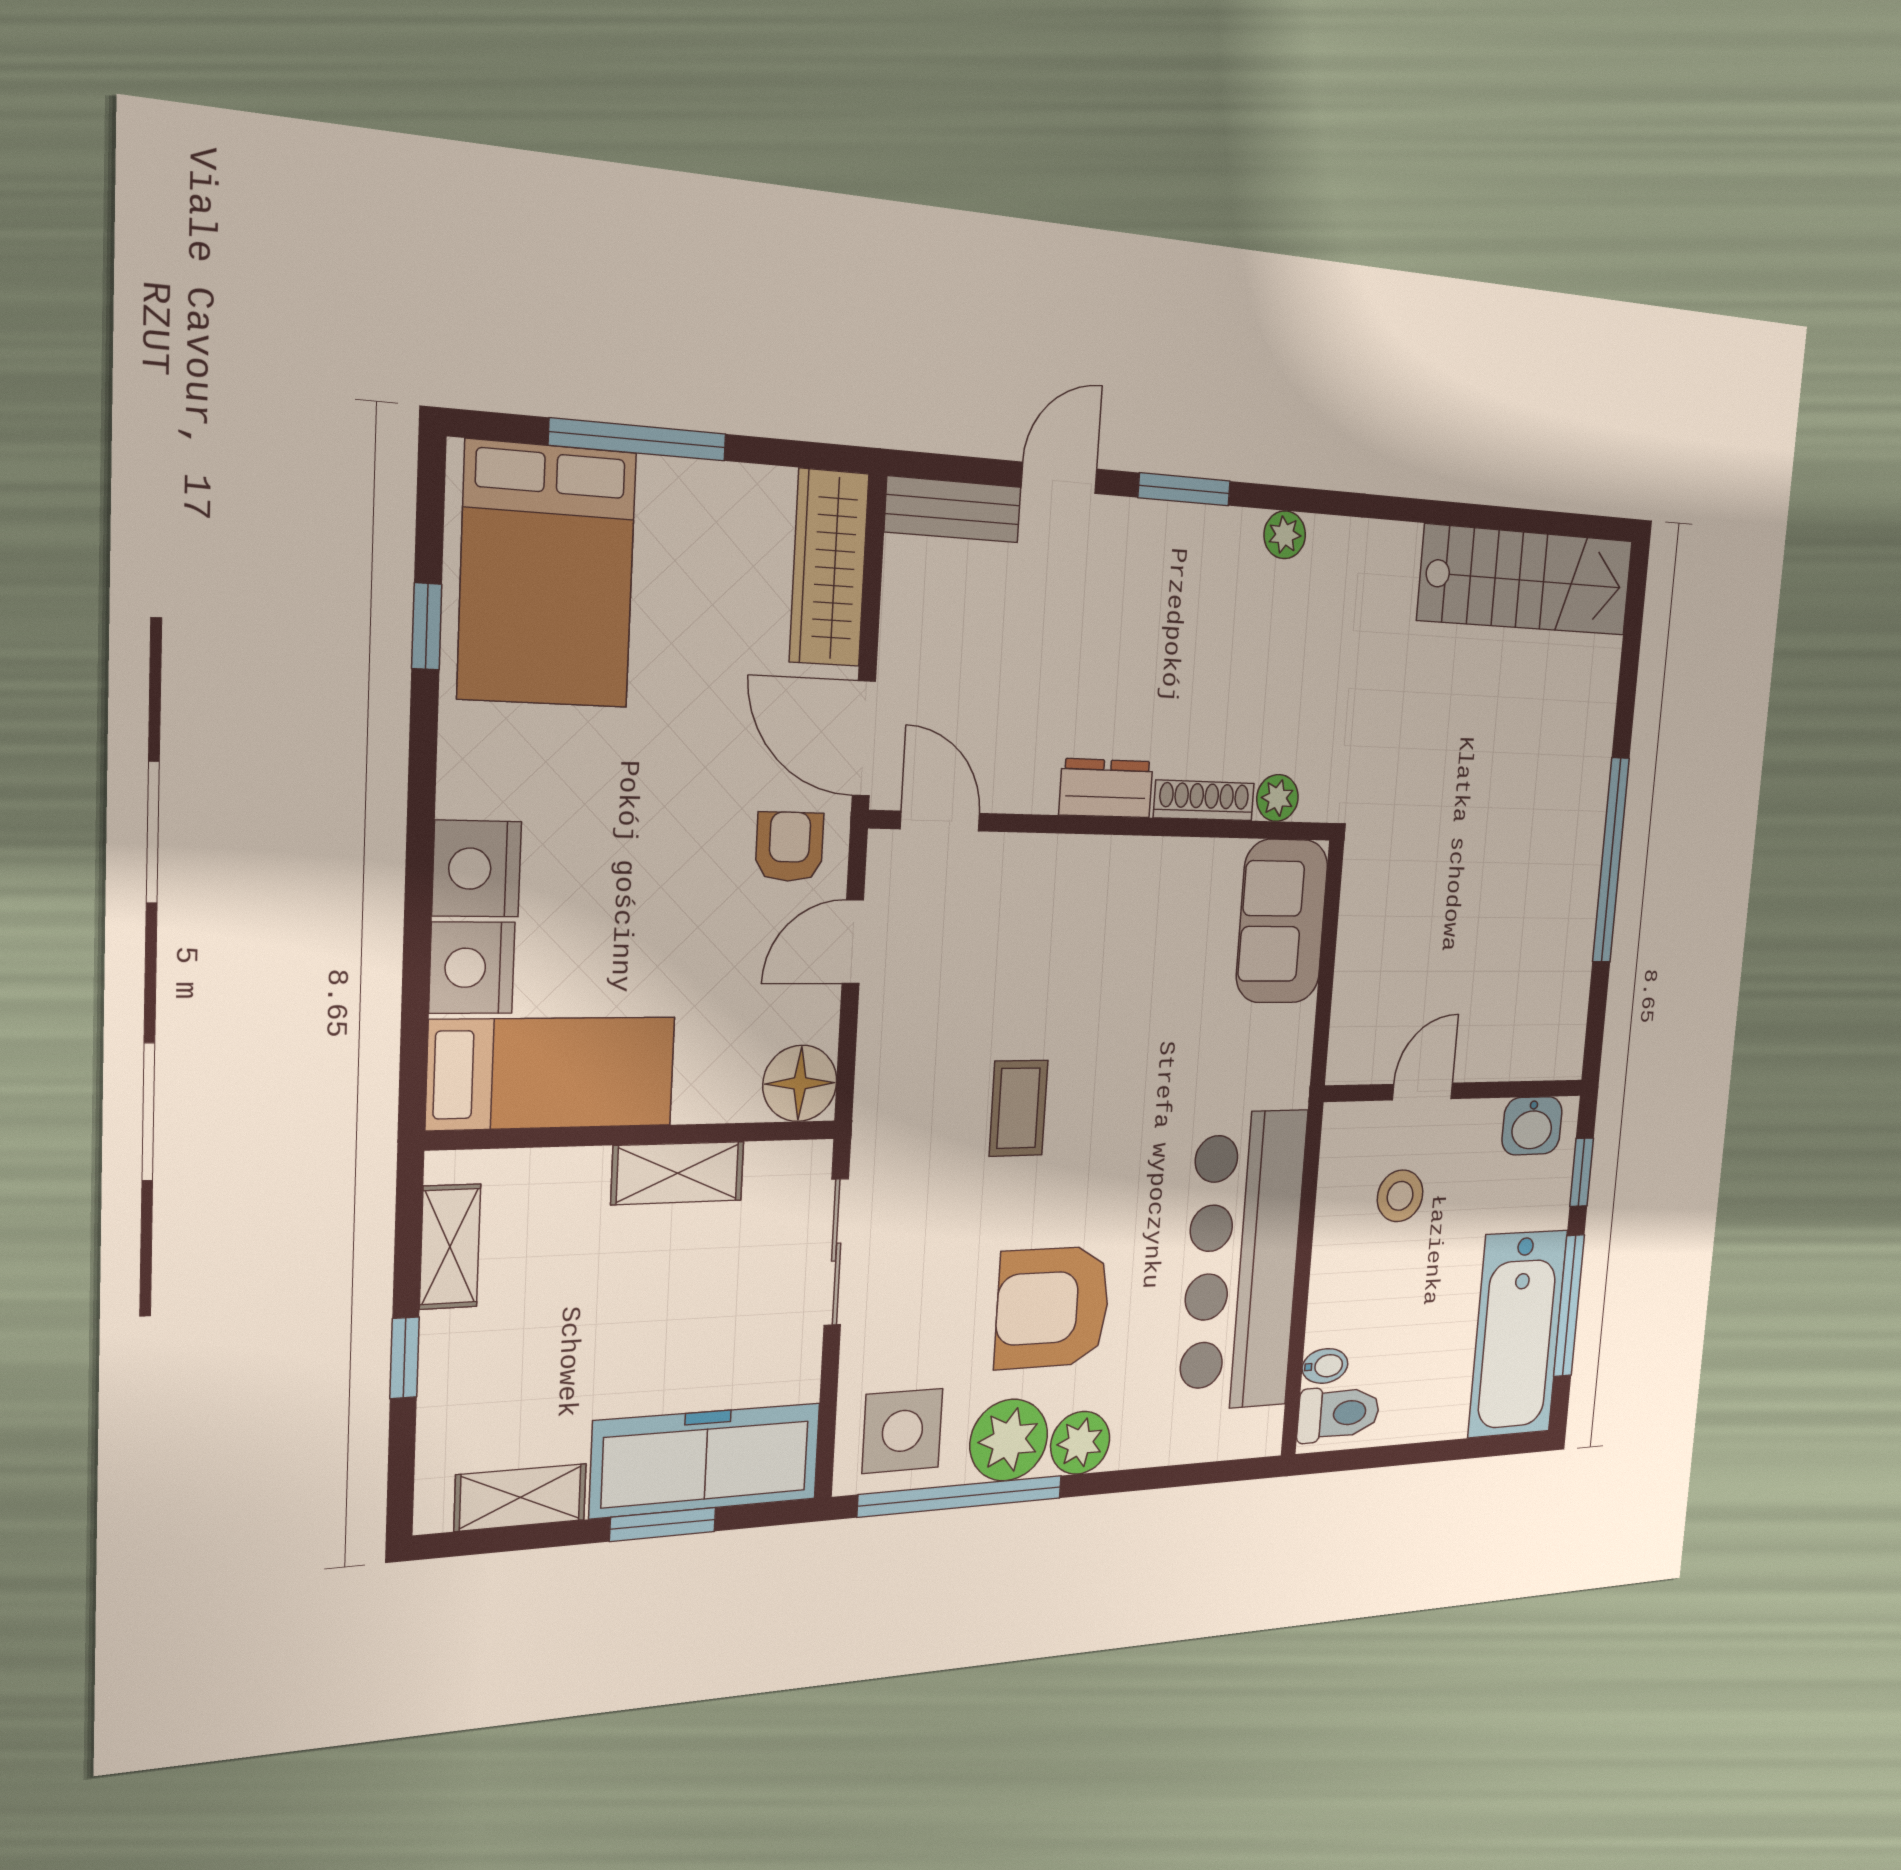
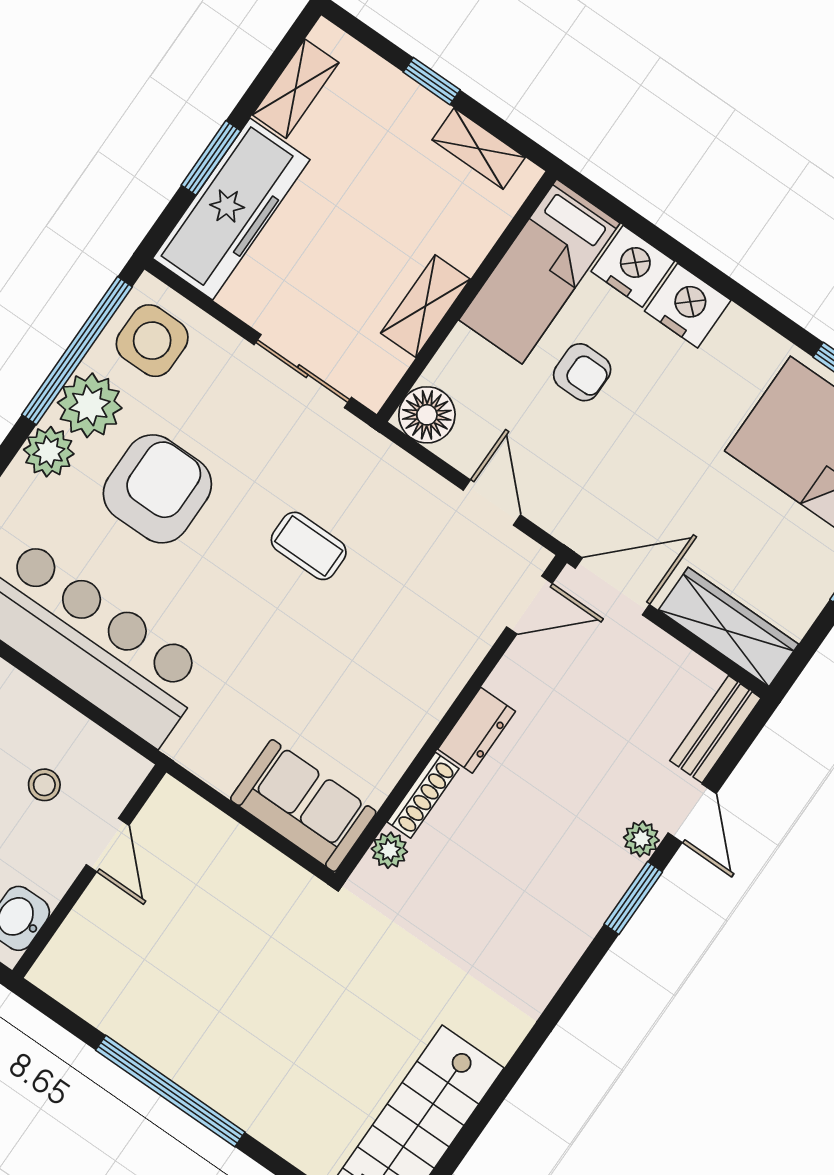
plant: (1285, 535) -> (641, 839), moved
armchair: (790, 847) -> (582, 372), moved
stool: (1400, 1196) -> (44, 785), width x0.73, depth x0.73

